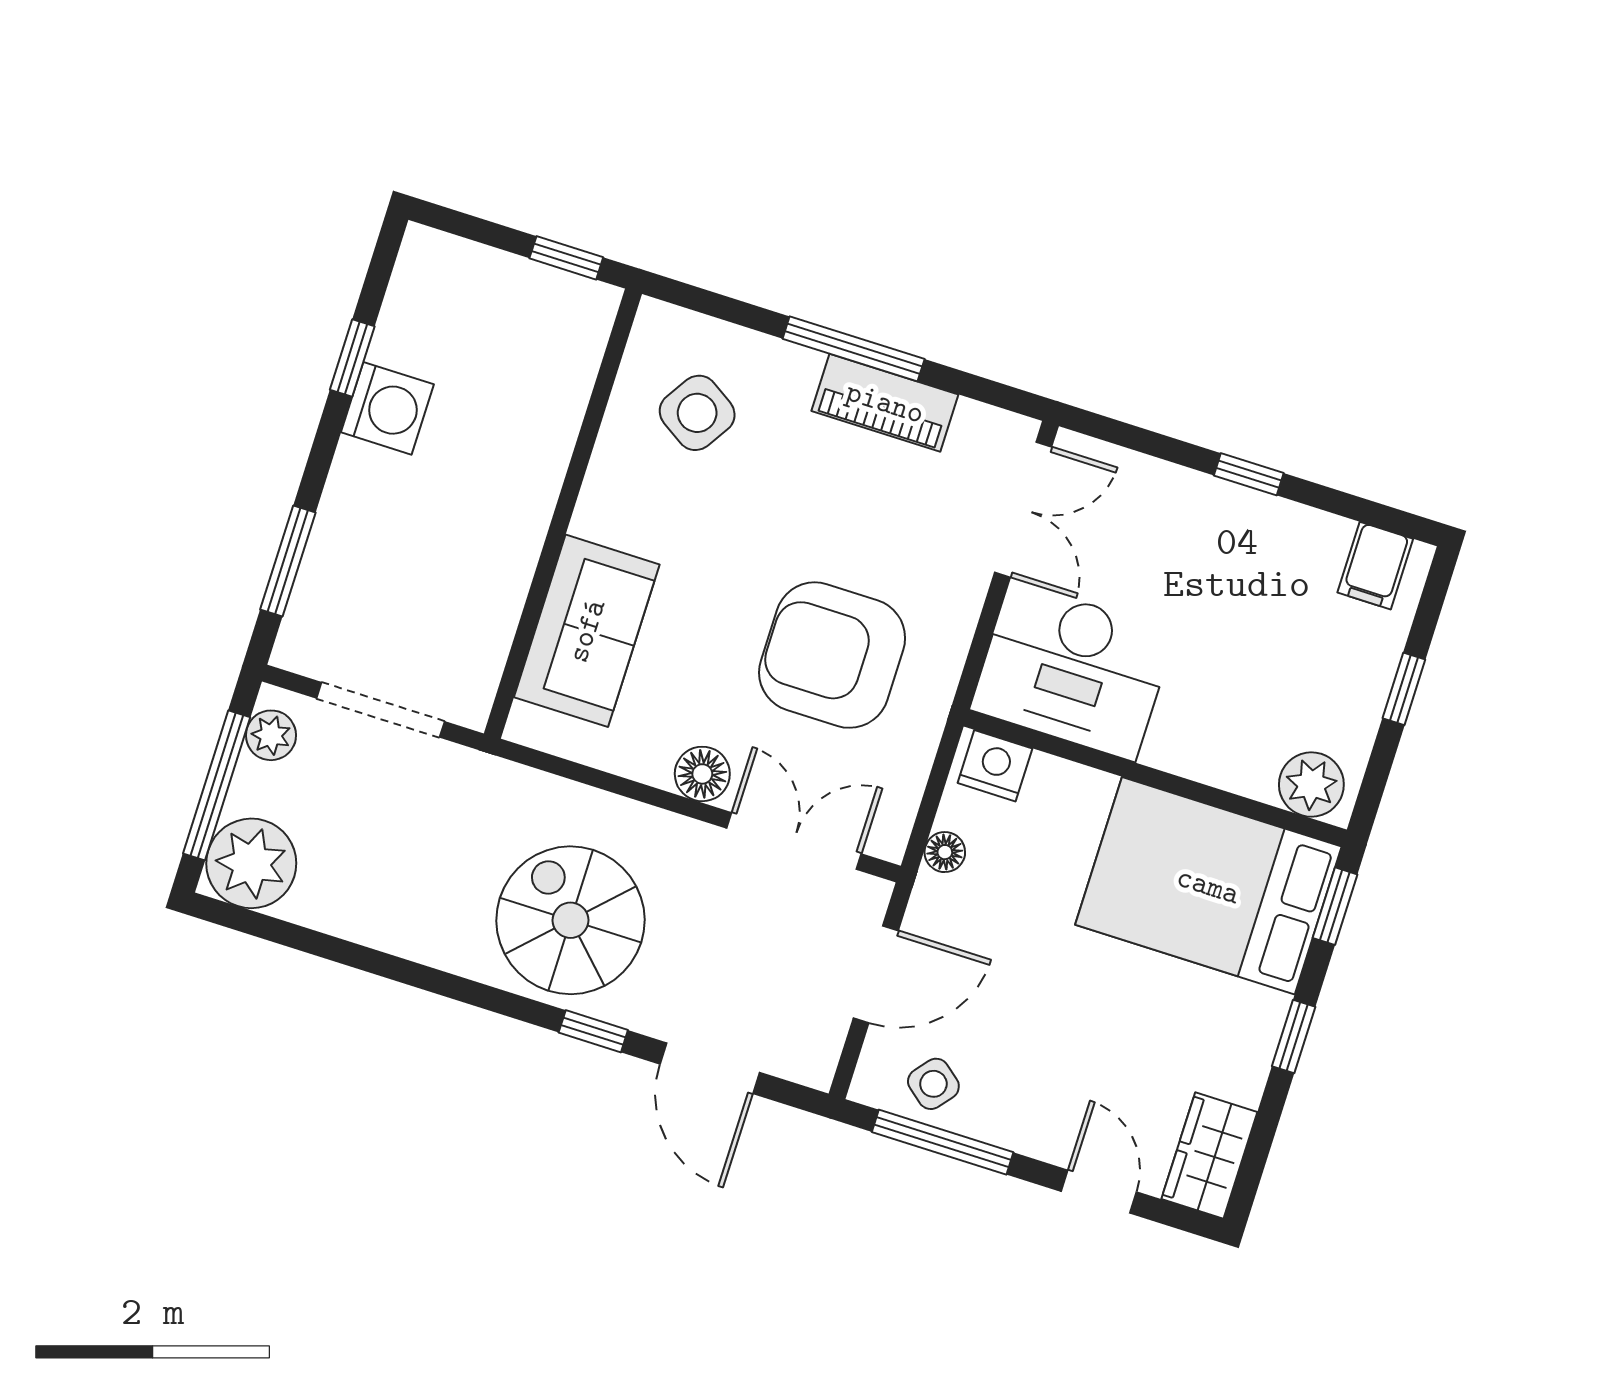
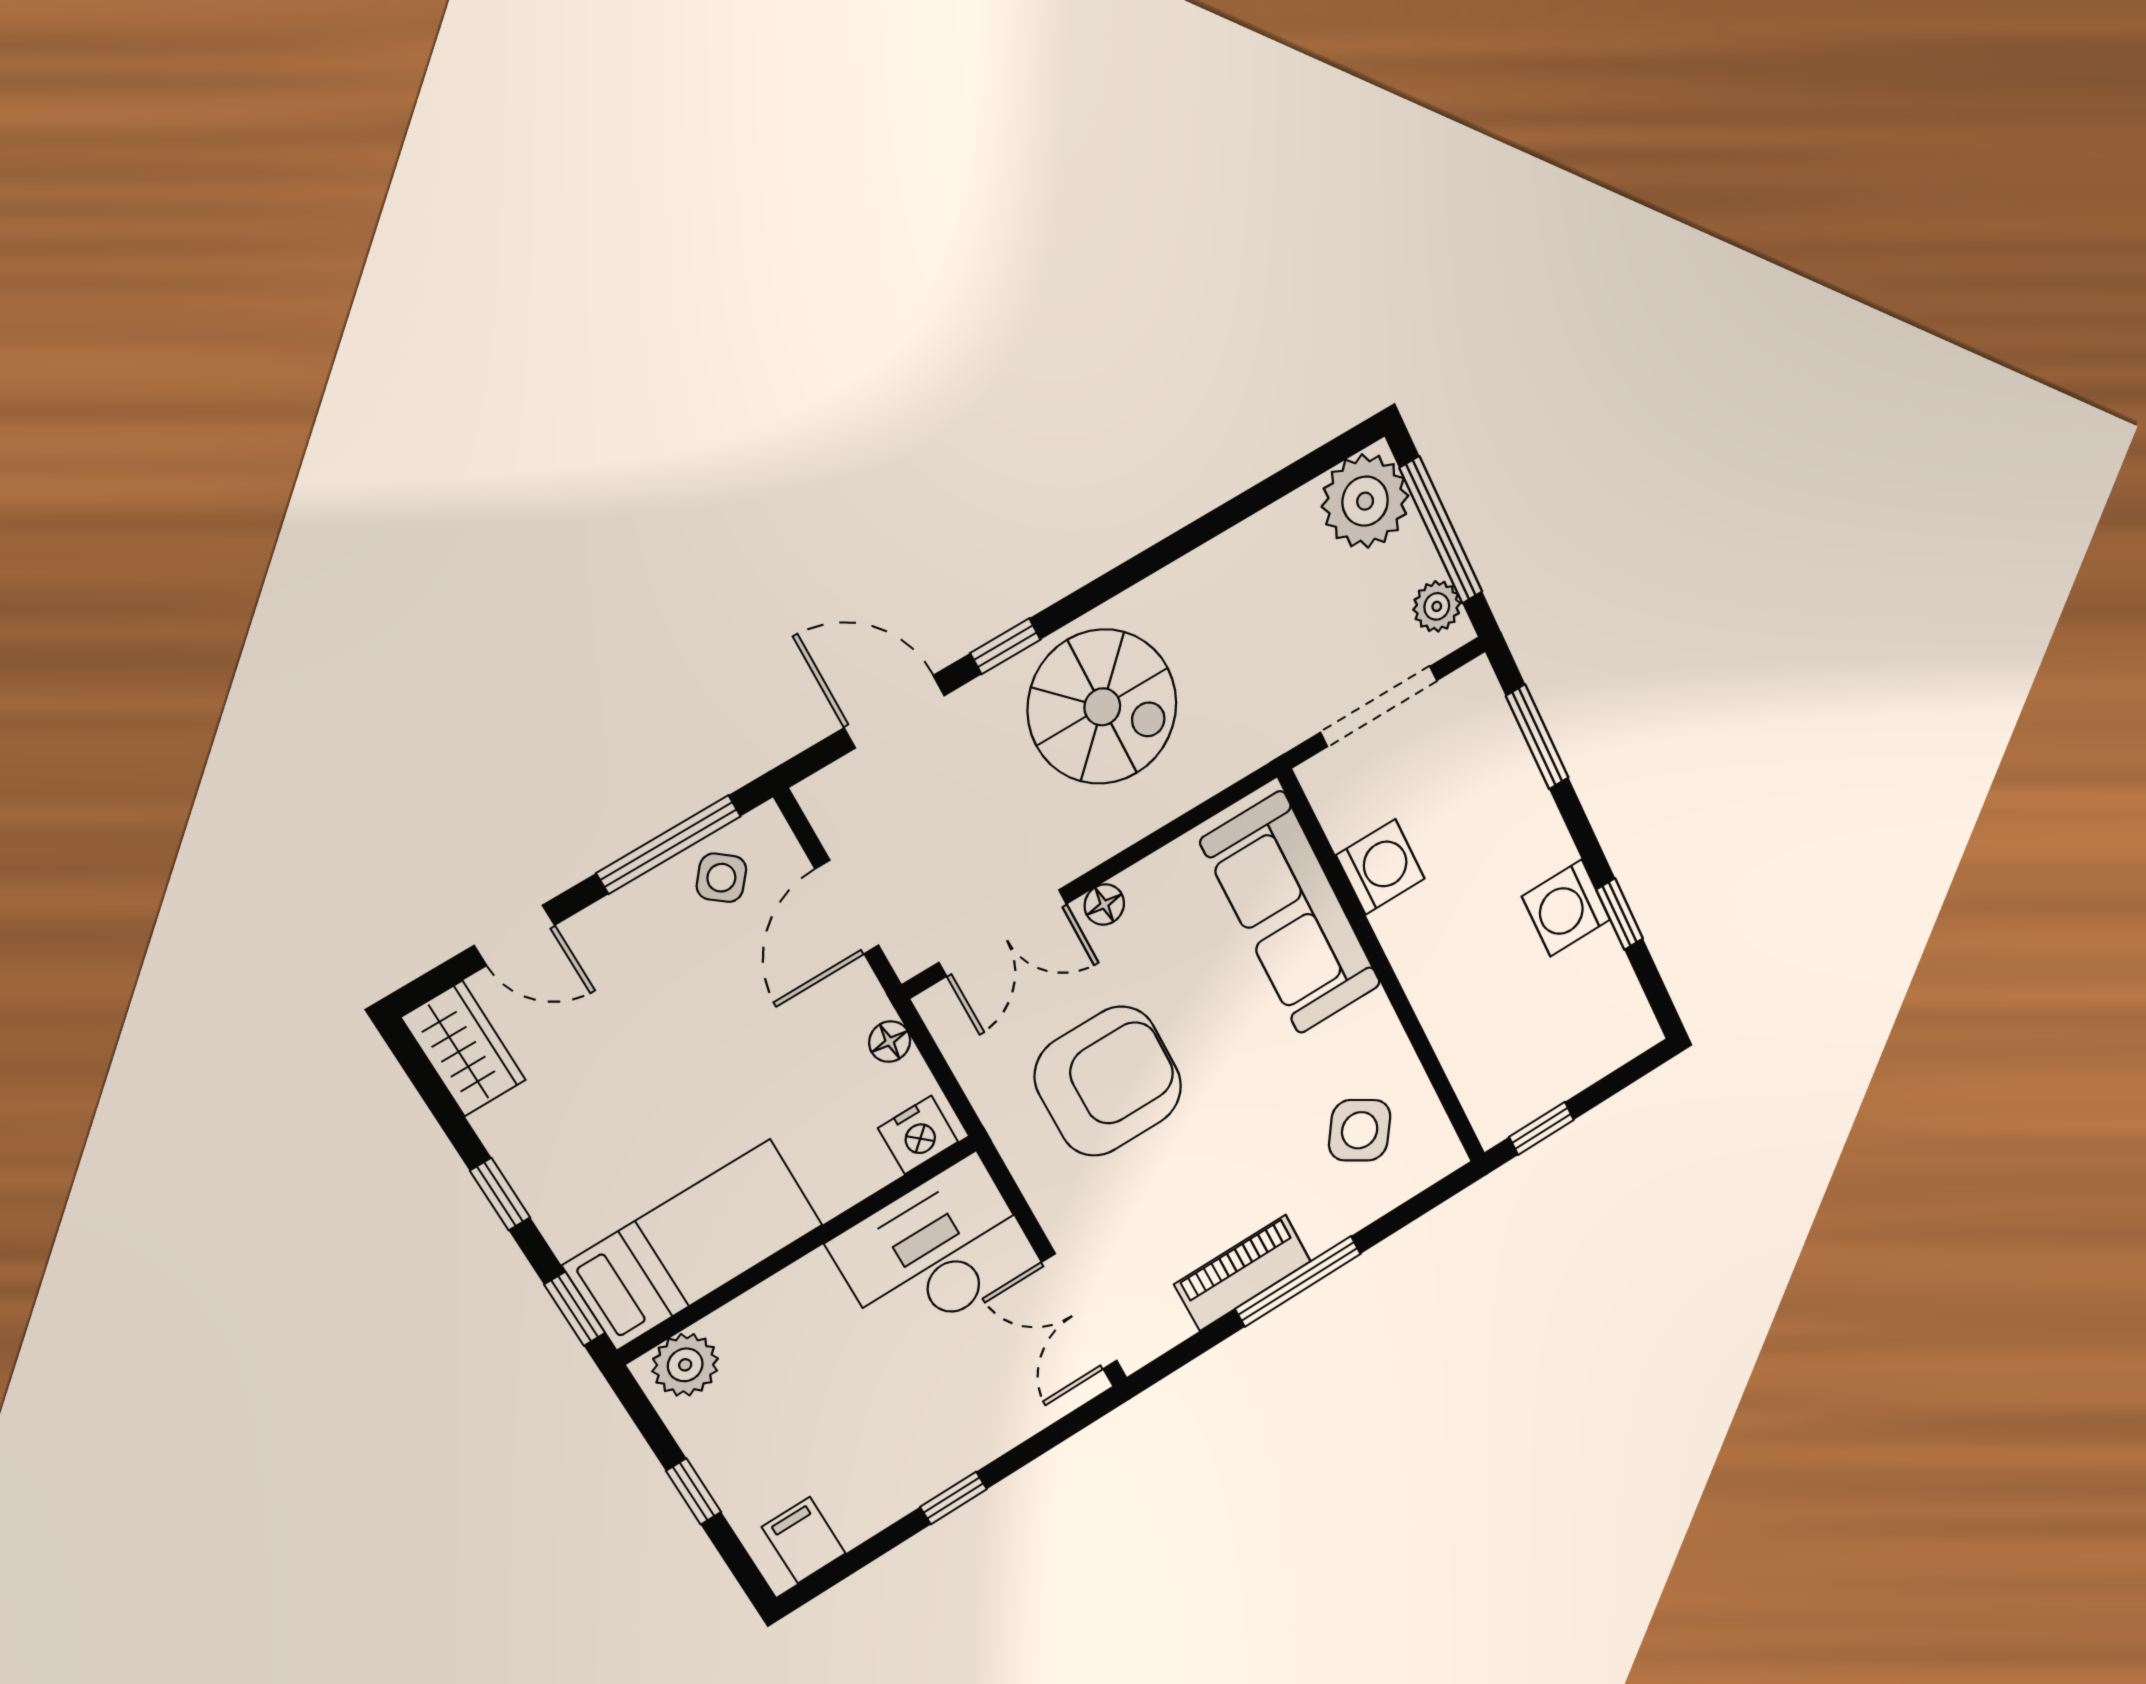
washing machine: (491, 593) -> (1380, 867), added
sofa: (587, 631) -> (1291, 913), width x1.36
floor lamp: (702, 774) -> (1104, 905), width x0.73, depth x0.73
bed: (1208, 886) -> (693, 1245), width x0.67

